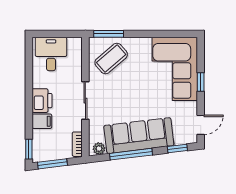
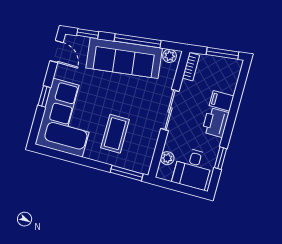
plant: (76, 57) -> (167, 158), added
coffee table: (111, 59) -> (115, 134), moved, turned -49
door: (201, 125) -> (57, 52), swing flipped
window: (29, 149) -> (221, 158), moved

